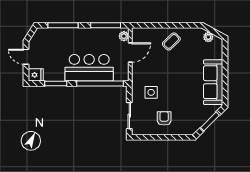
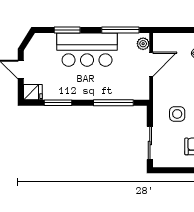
window: (63, 25) -> (67, 30), width x0.69
bar counter: (89, 68) -> (87, 50), moved, turned 180
window: (100, 83) -> (113, 103), width x0.68

